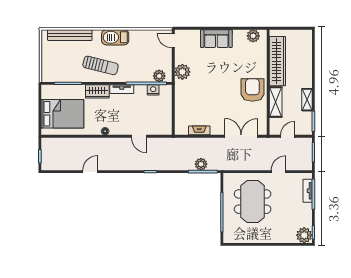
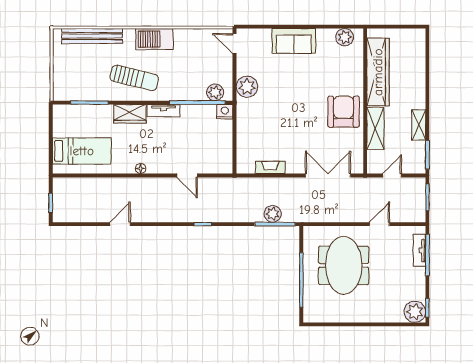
nightstand: (153, 90) -> (225, 112), moved
bed: (62, 114) -> (82, 151), width x0.67

